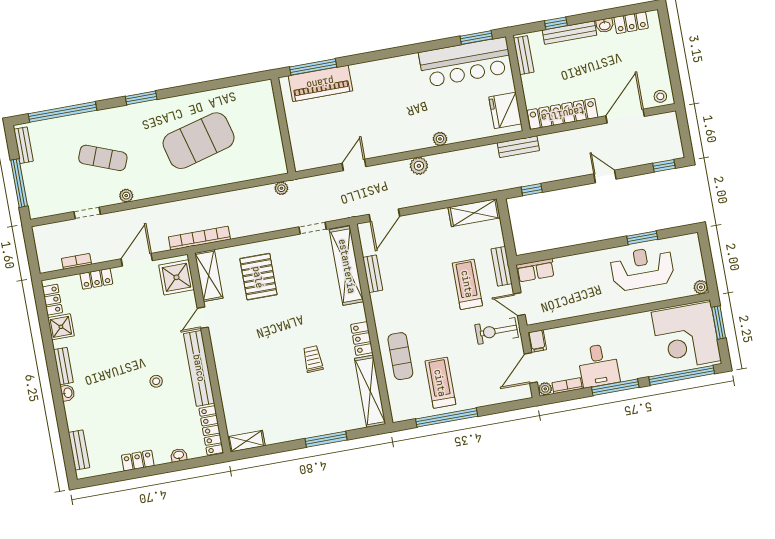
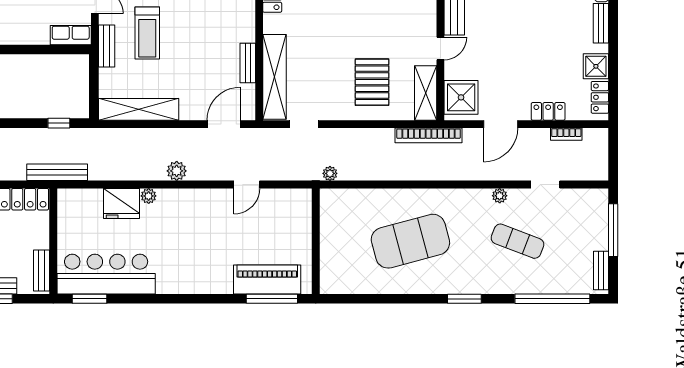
fridge: (505, 110) -> (121, 203), moved, turned 90
bench: (518, 147) -> (57, 172), width x1.36
shelving: (474, 213) -> (139, 109), width x1.47

